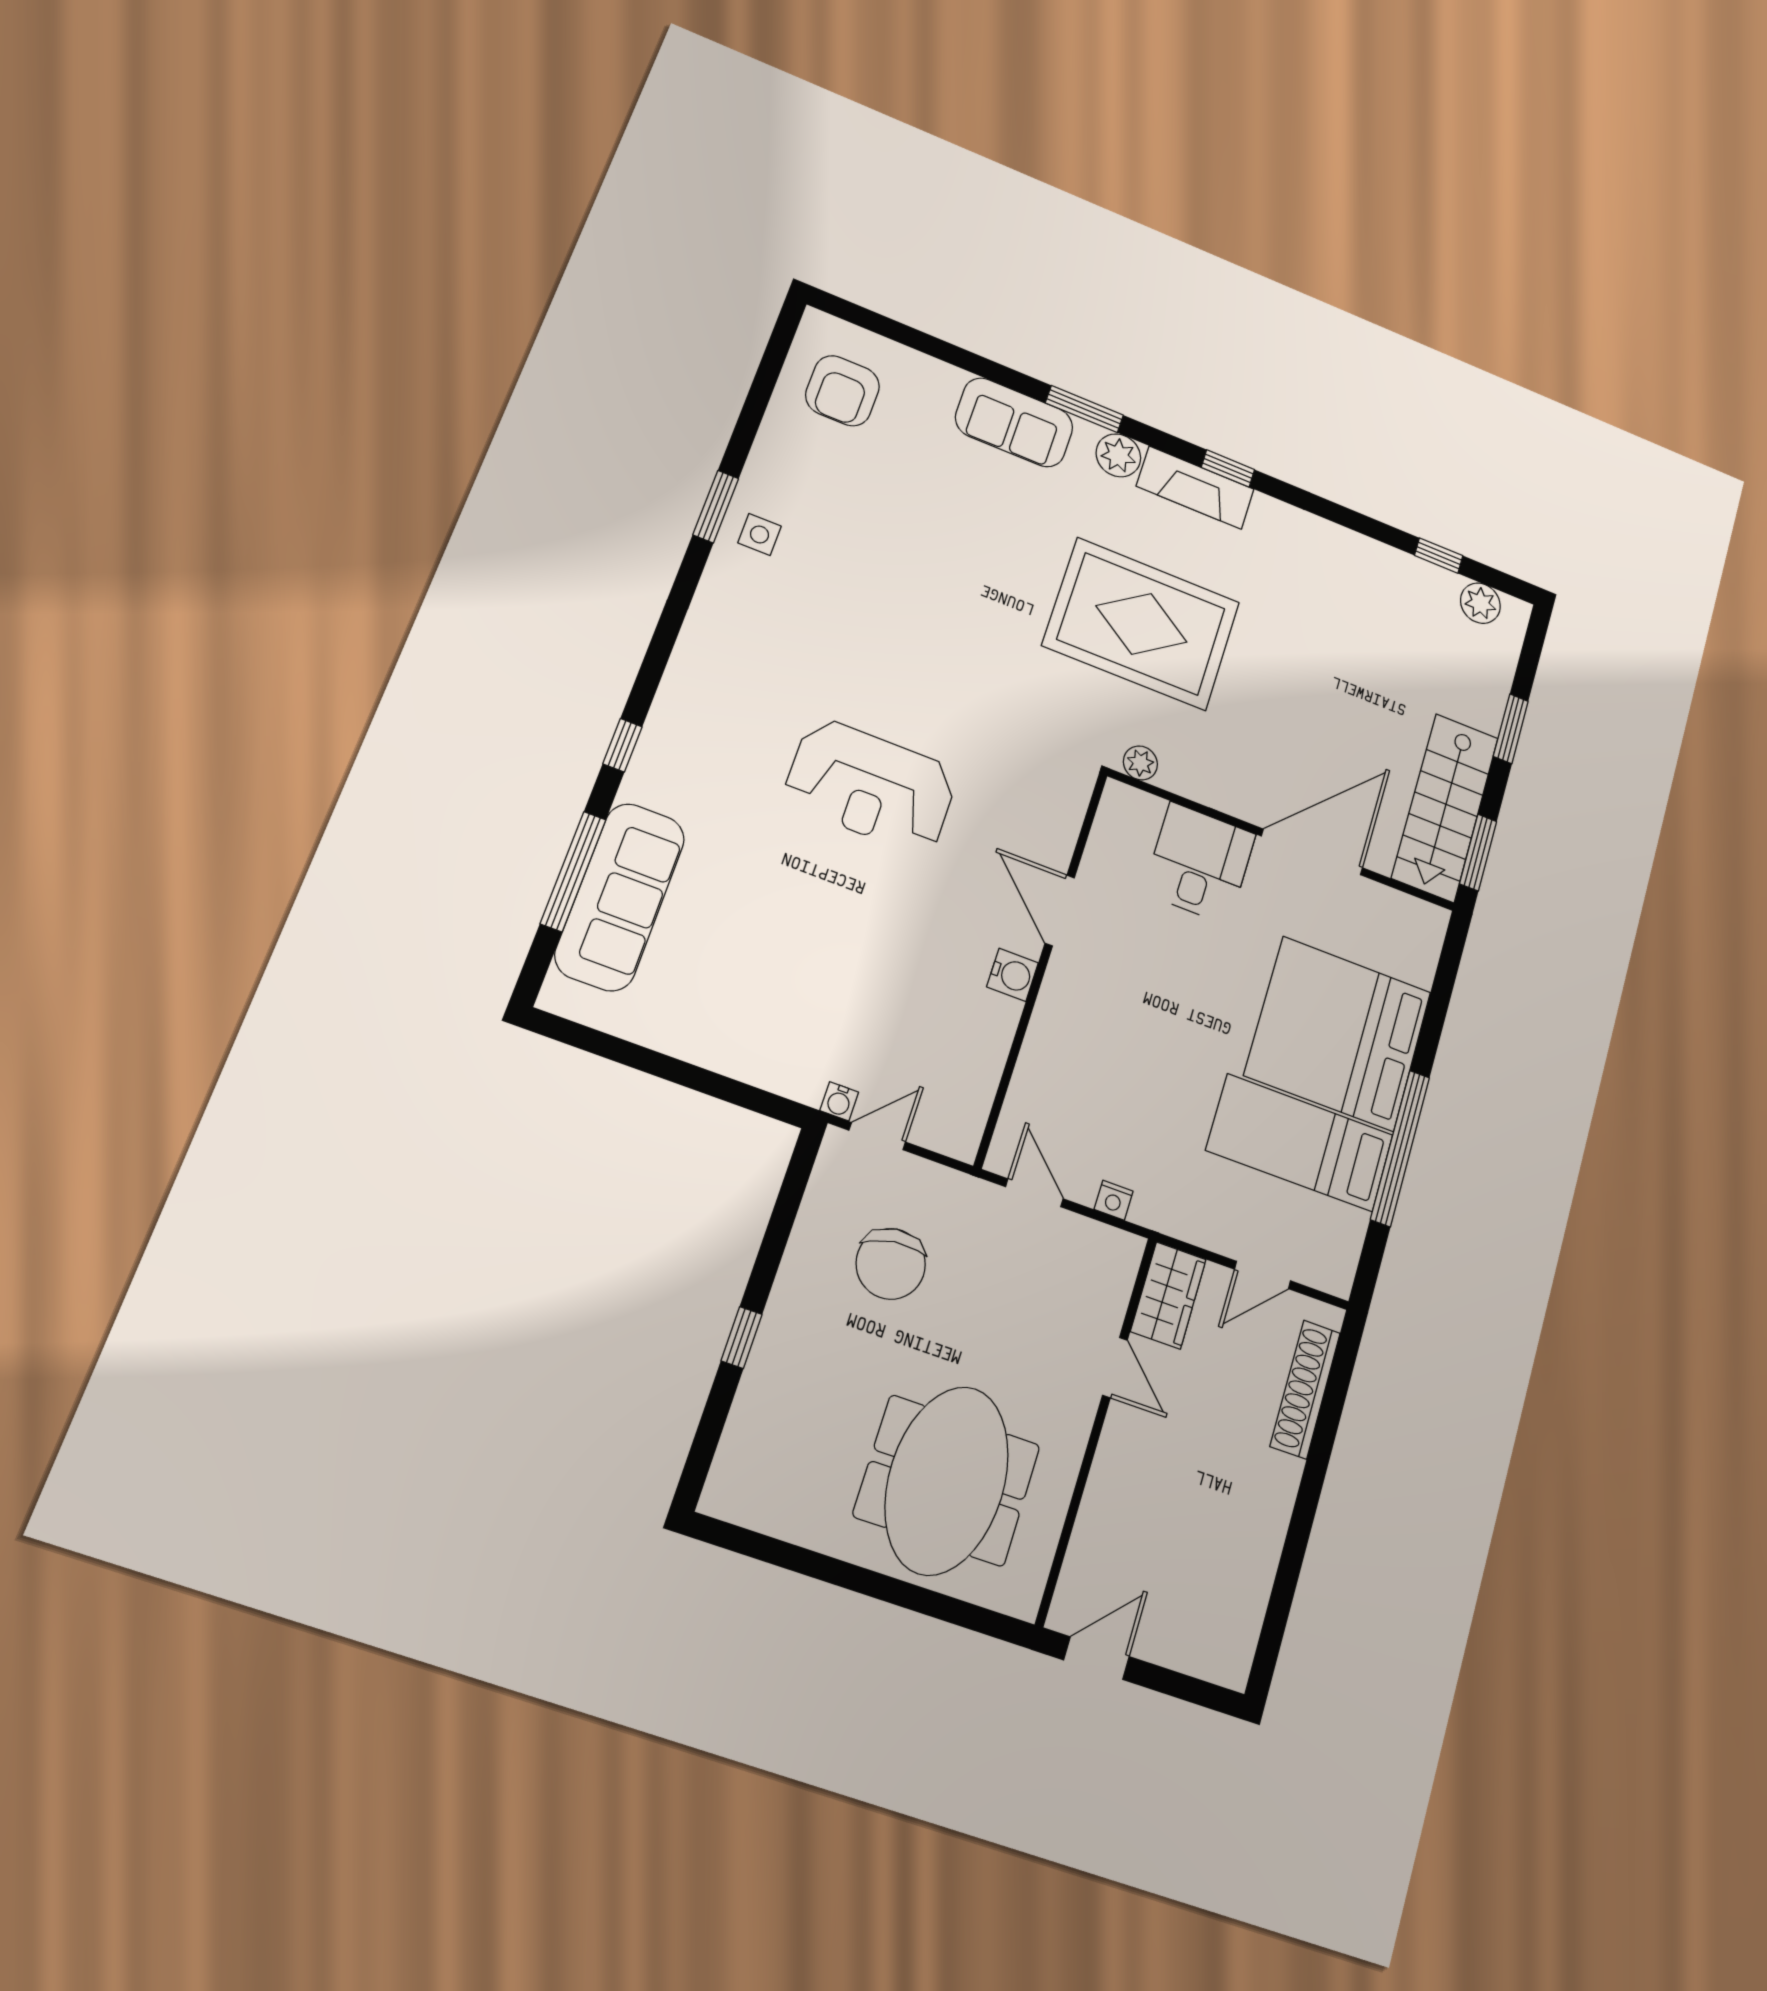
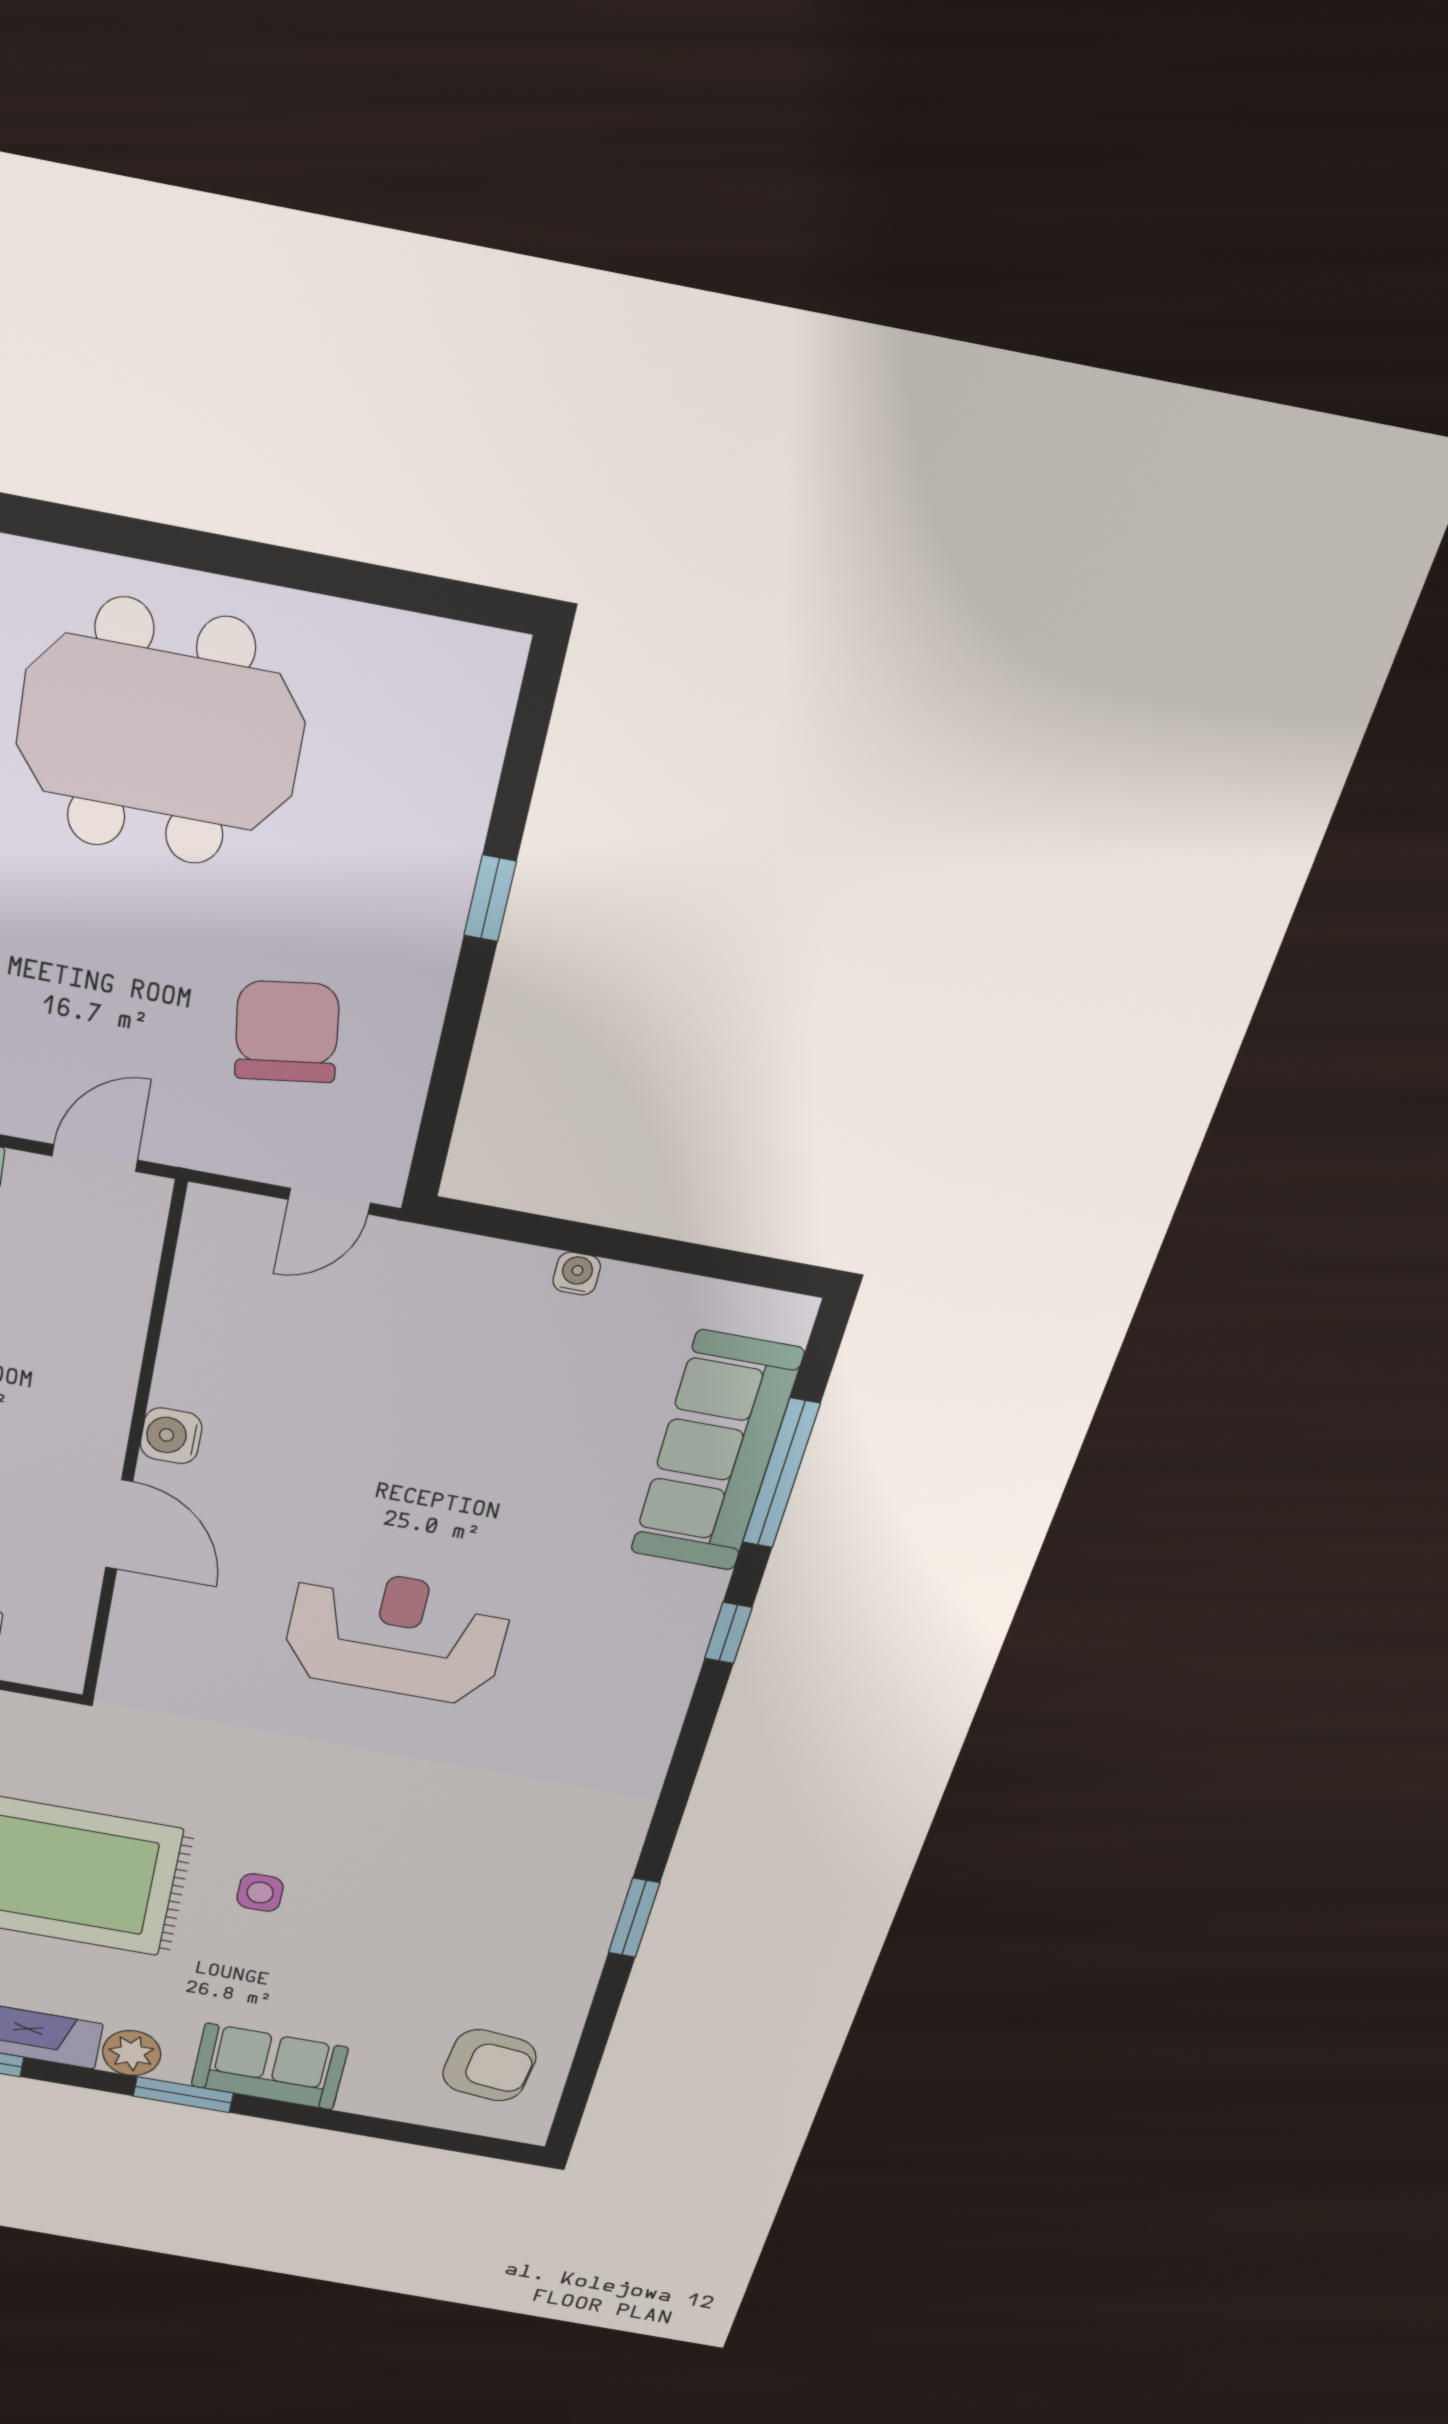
armchair: (843, 391) -> (489, 2065), turned 96
side table: (760, 534) -> (260, 1893), moved
plant: (1140, 763) -> (41, 1717), removed
water cooler: (839, 1101) -> (577, 1274), moved
door: (1034, 1193) -> (95, 1158), swing flipped
meeting table: (947, 1480) -> (160, 733), turned 90

